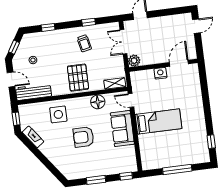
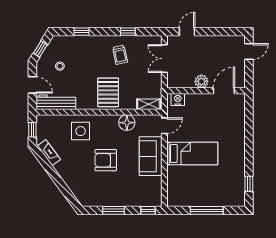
plant: (134, 61) -> (201, 81), moved
nightstand: (160, 73) -> (178, 99), moved
door: (131, 100) -> (164, 126), swing flipped

